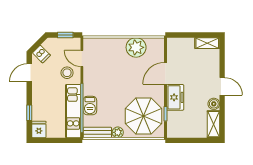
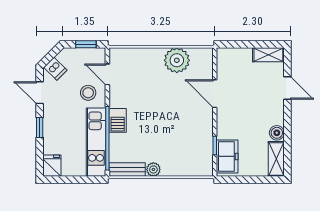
door: (29, 73) -> (40, 93), hinge flipped
door: (166, 73) -> (215, 94), hinge flipped
door: (222, 86) -> (287, 88), moved
freezer: (175, 97) -> (227, 156), moved
barbecue: (90, 106) -> (118, 120), moved
window: (29, 113) -> (40, 128), moved
parasol: (143, 116) -> (186, 148), removed

